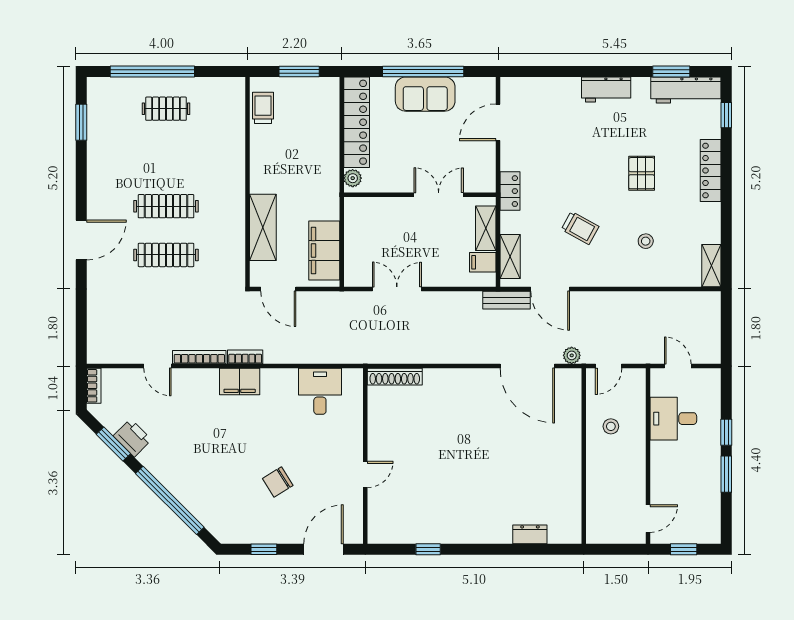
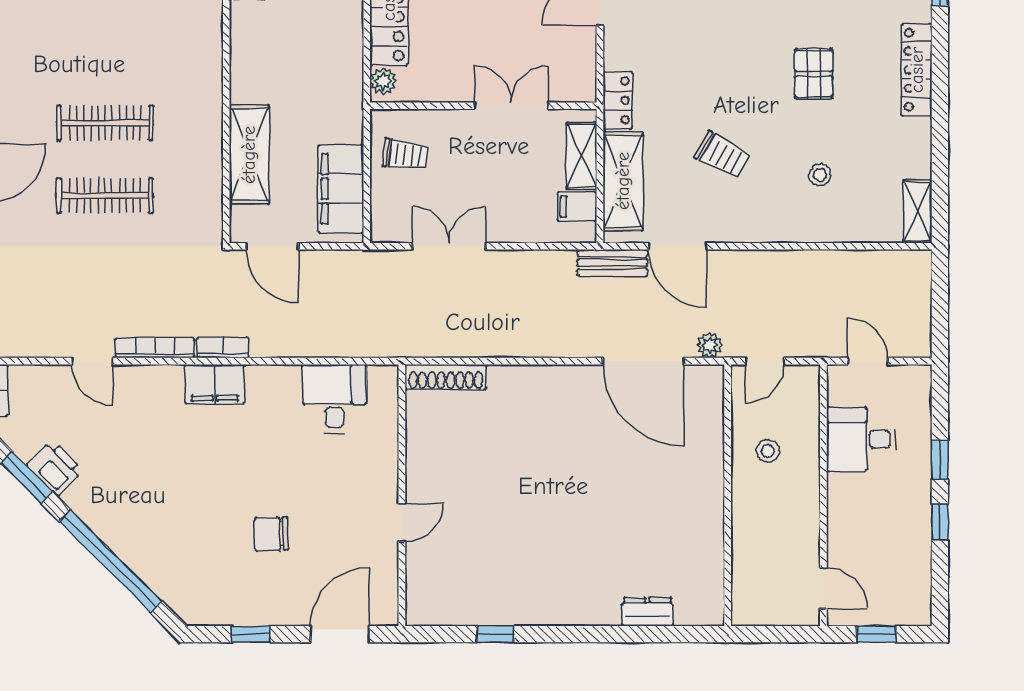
trolley: (368, 228) -> (406, 155), added
shelving: (510, 257) -> (623, 181), width x1.50, depth x1.33
window: (726, 474) -> (940, 522), width x0.67
chair: (278, 482) -> (271, 534), turned 30
door: (648, 519) -> (823, 588), hinge flipped

